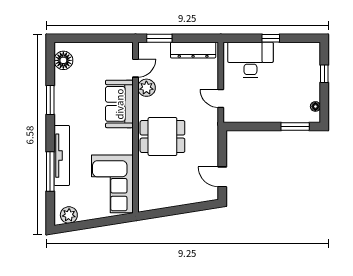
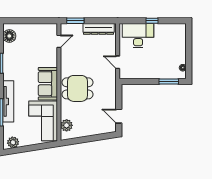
window: (324, 74) -> (189, 45), removed
plant: (146, 88) -> (67, 125), moved
sofa: (119, 104) -> (48, 84), moved

